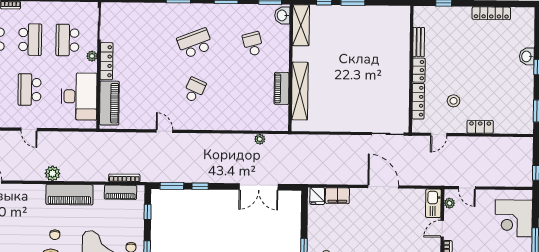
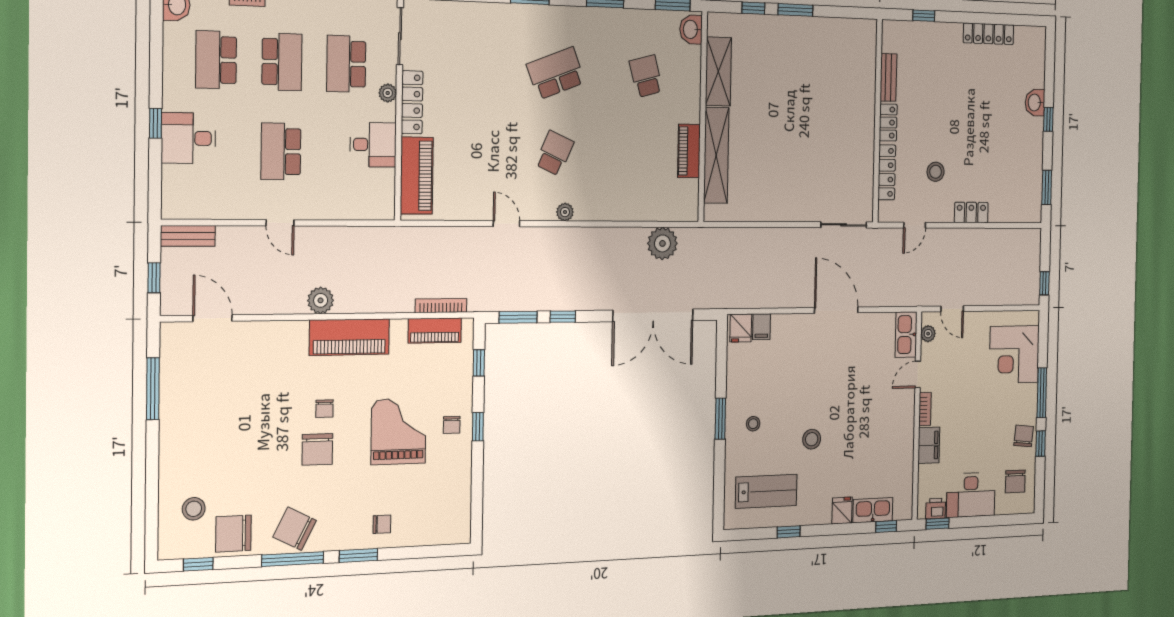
shelving: (301, 25) -> (718, 71), moved
desk: (79, 96) -> (373, 145), width x0.53, depth x0.77
plant: (201, 125) -> (565, 212), added
plant: (260, 139) -> (662, 243), width x1.87, depth x1.87
double door: (259, 187) -> (653, 315), width x1.36
filing cabinet: (337, 196) -> (762, 327), width x0.50

